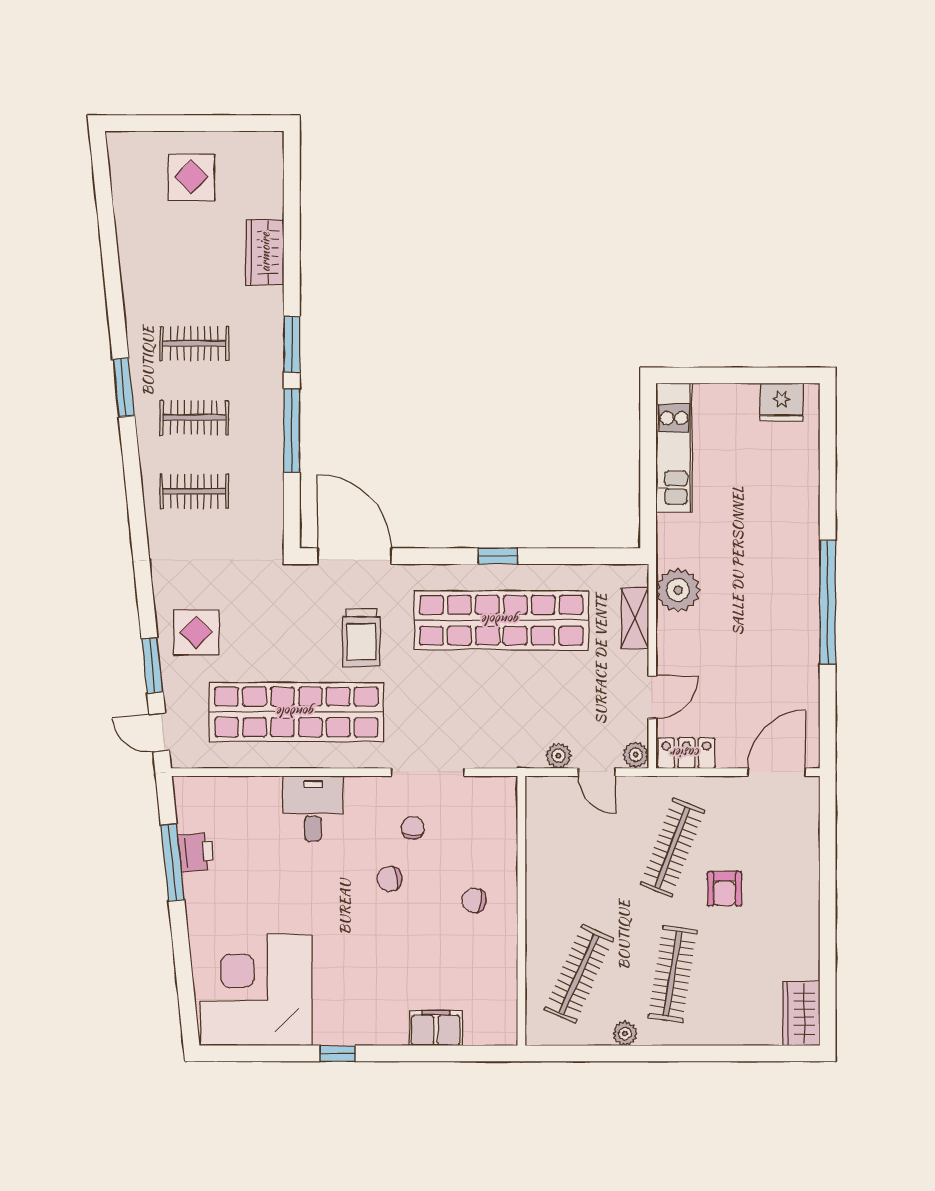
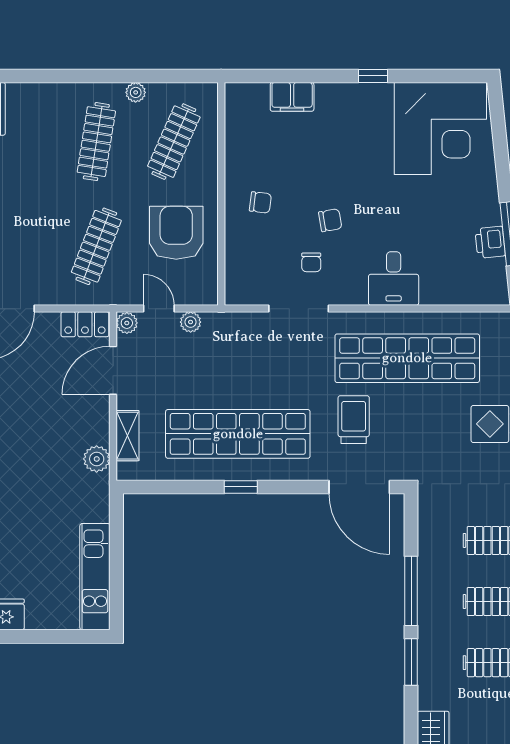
plant: (678, 590) -> (97, 459), width x0.73, depth x0.73
door: (652, 697) -> (113, 370), width x1.37
armchair: (724, 889) -> (176, 233), moved, width x1.88, depth x1.88

